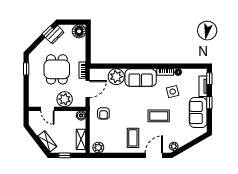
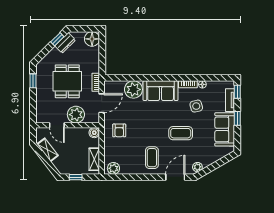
shelving: (47, 141) -> (48, 150), moved

